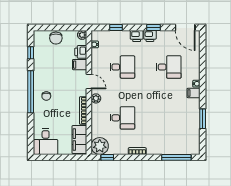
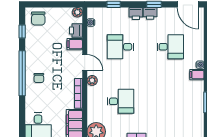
chair: (56, 38) -> (38, 18), moved
desk: (122, 67) -> (121, 47), turned 180

